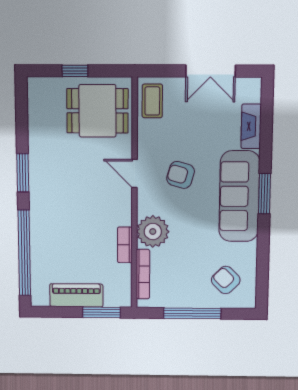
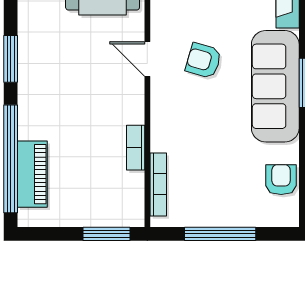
plant: (153, 232) -> (170, 131), removed
armchair: (226, 280) -> (281, 180), moved, turned 45
piano: (76, 295) -> (32, 174), moved, turned 90

